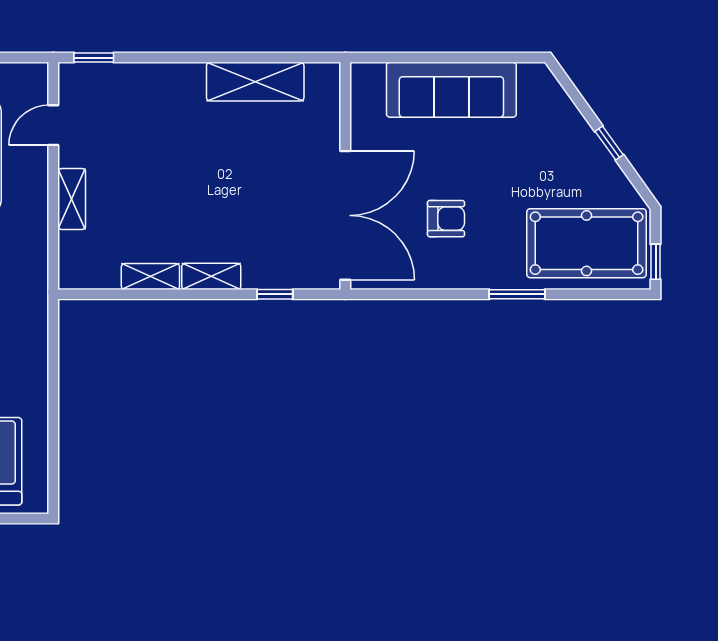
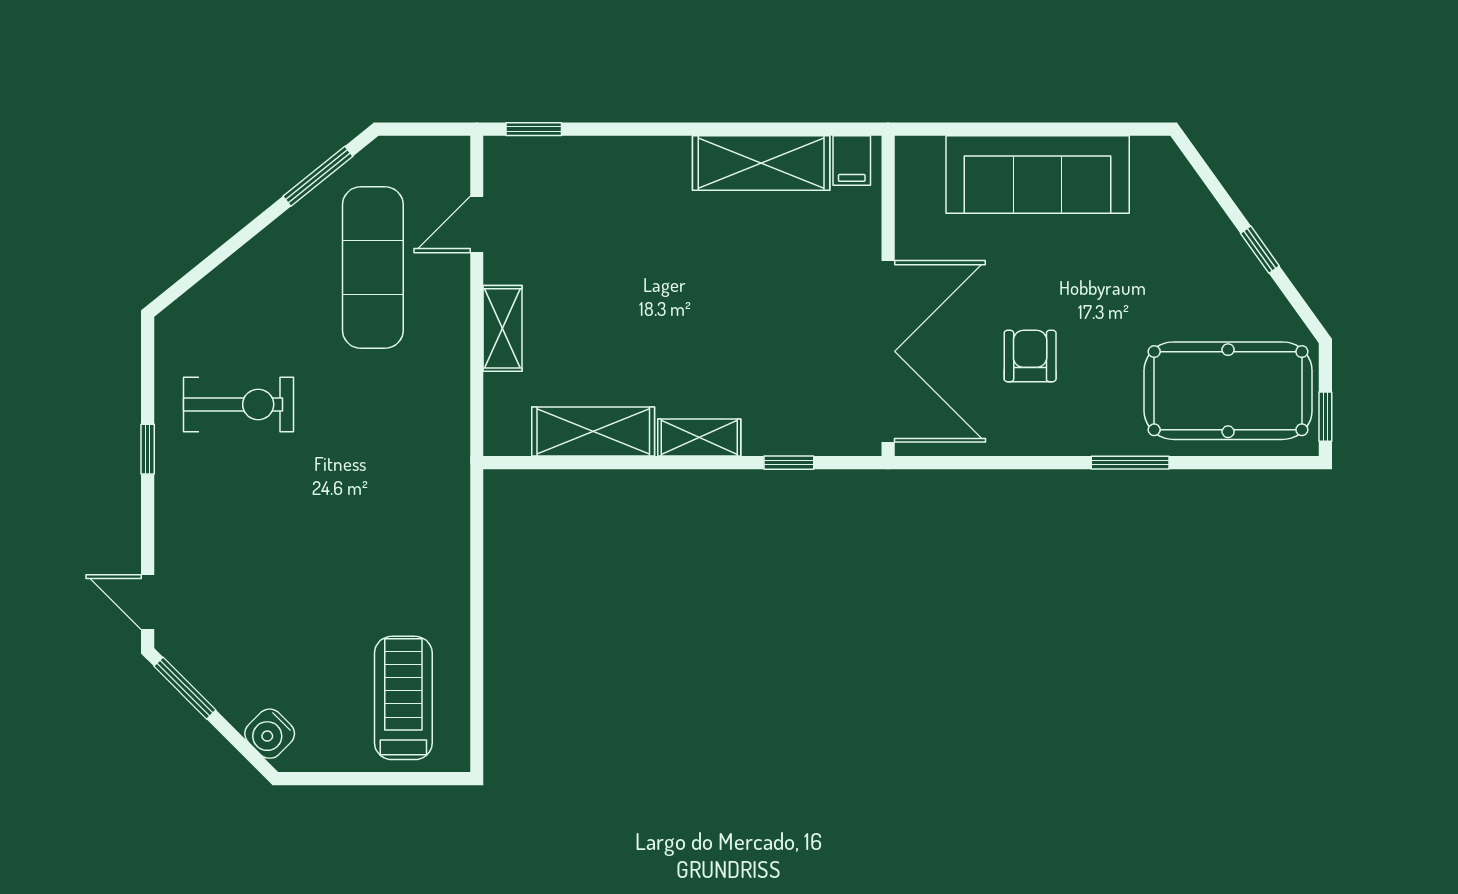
filing cabinet: (319, 80) -> (852, 160), added
armchair: (446, 219) -> (1030, 356), turned -90
shelving: (150, 277) -> (593, 432), width x1.50, depth x1.33

